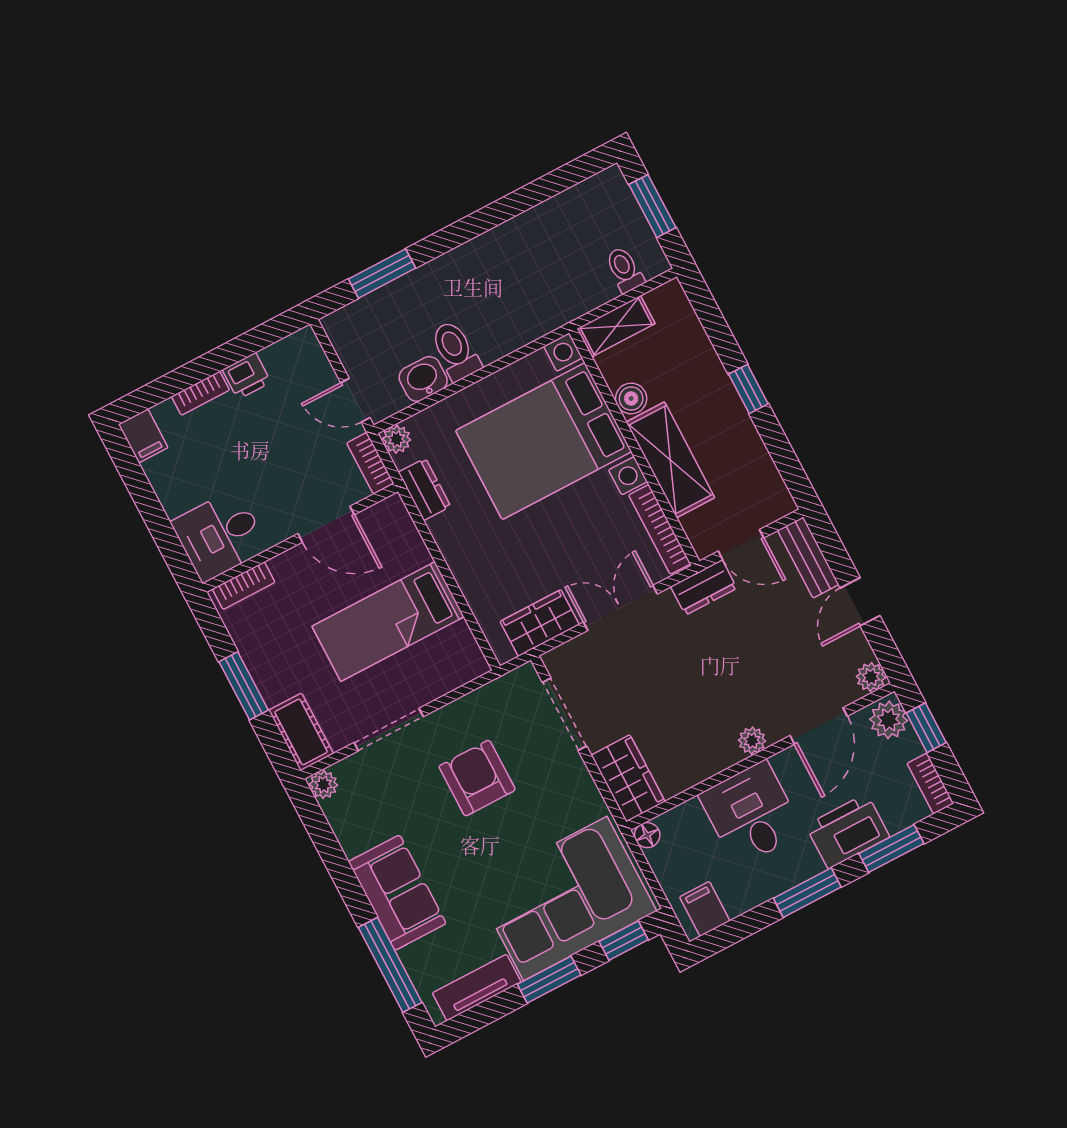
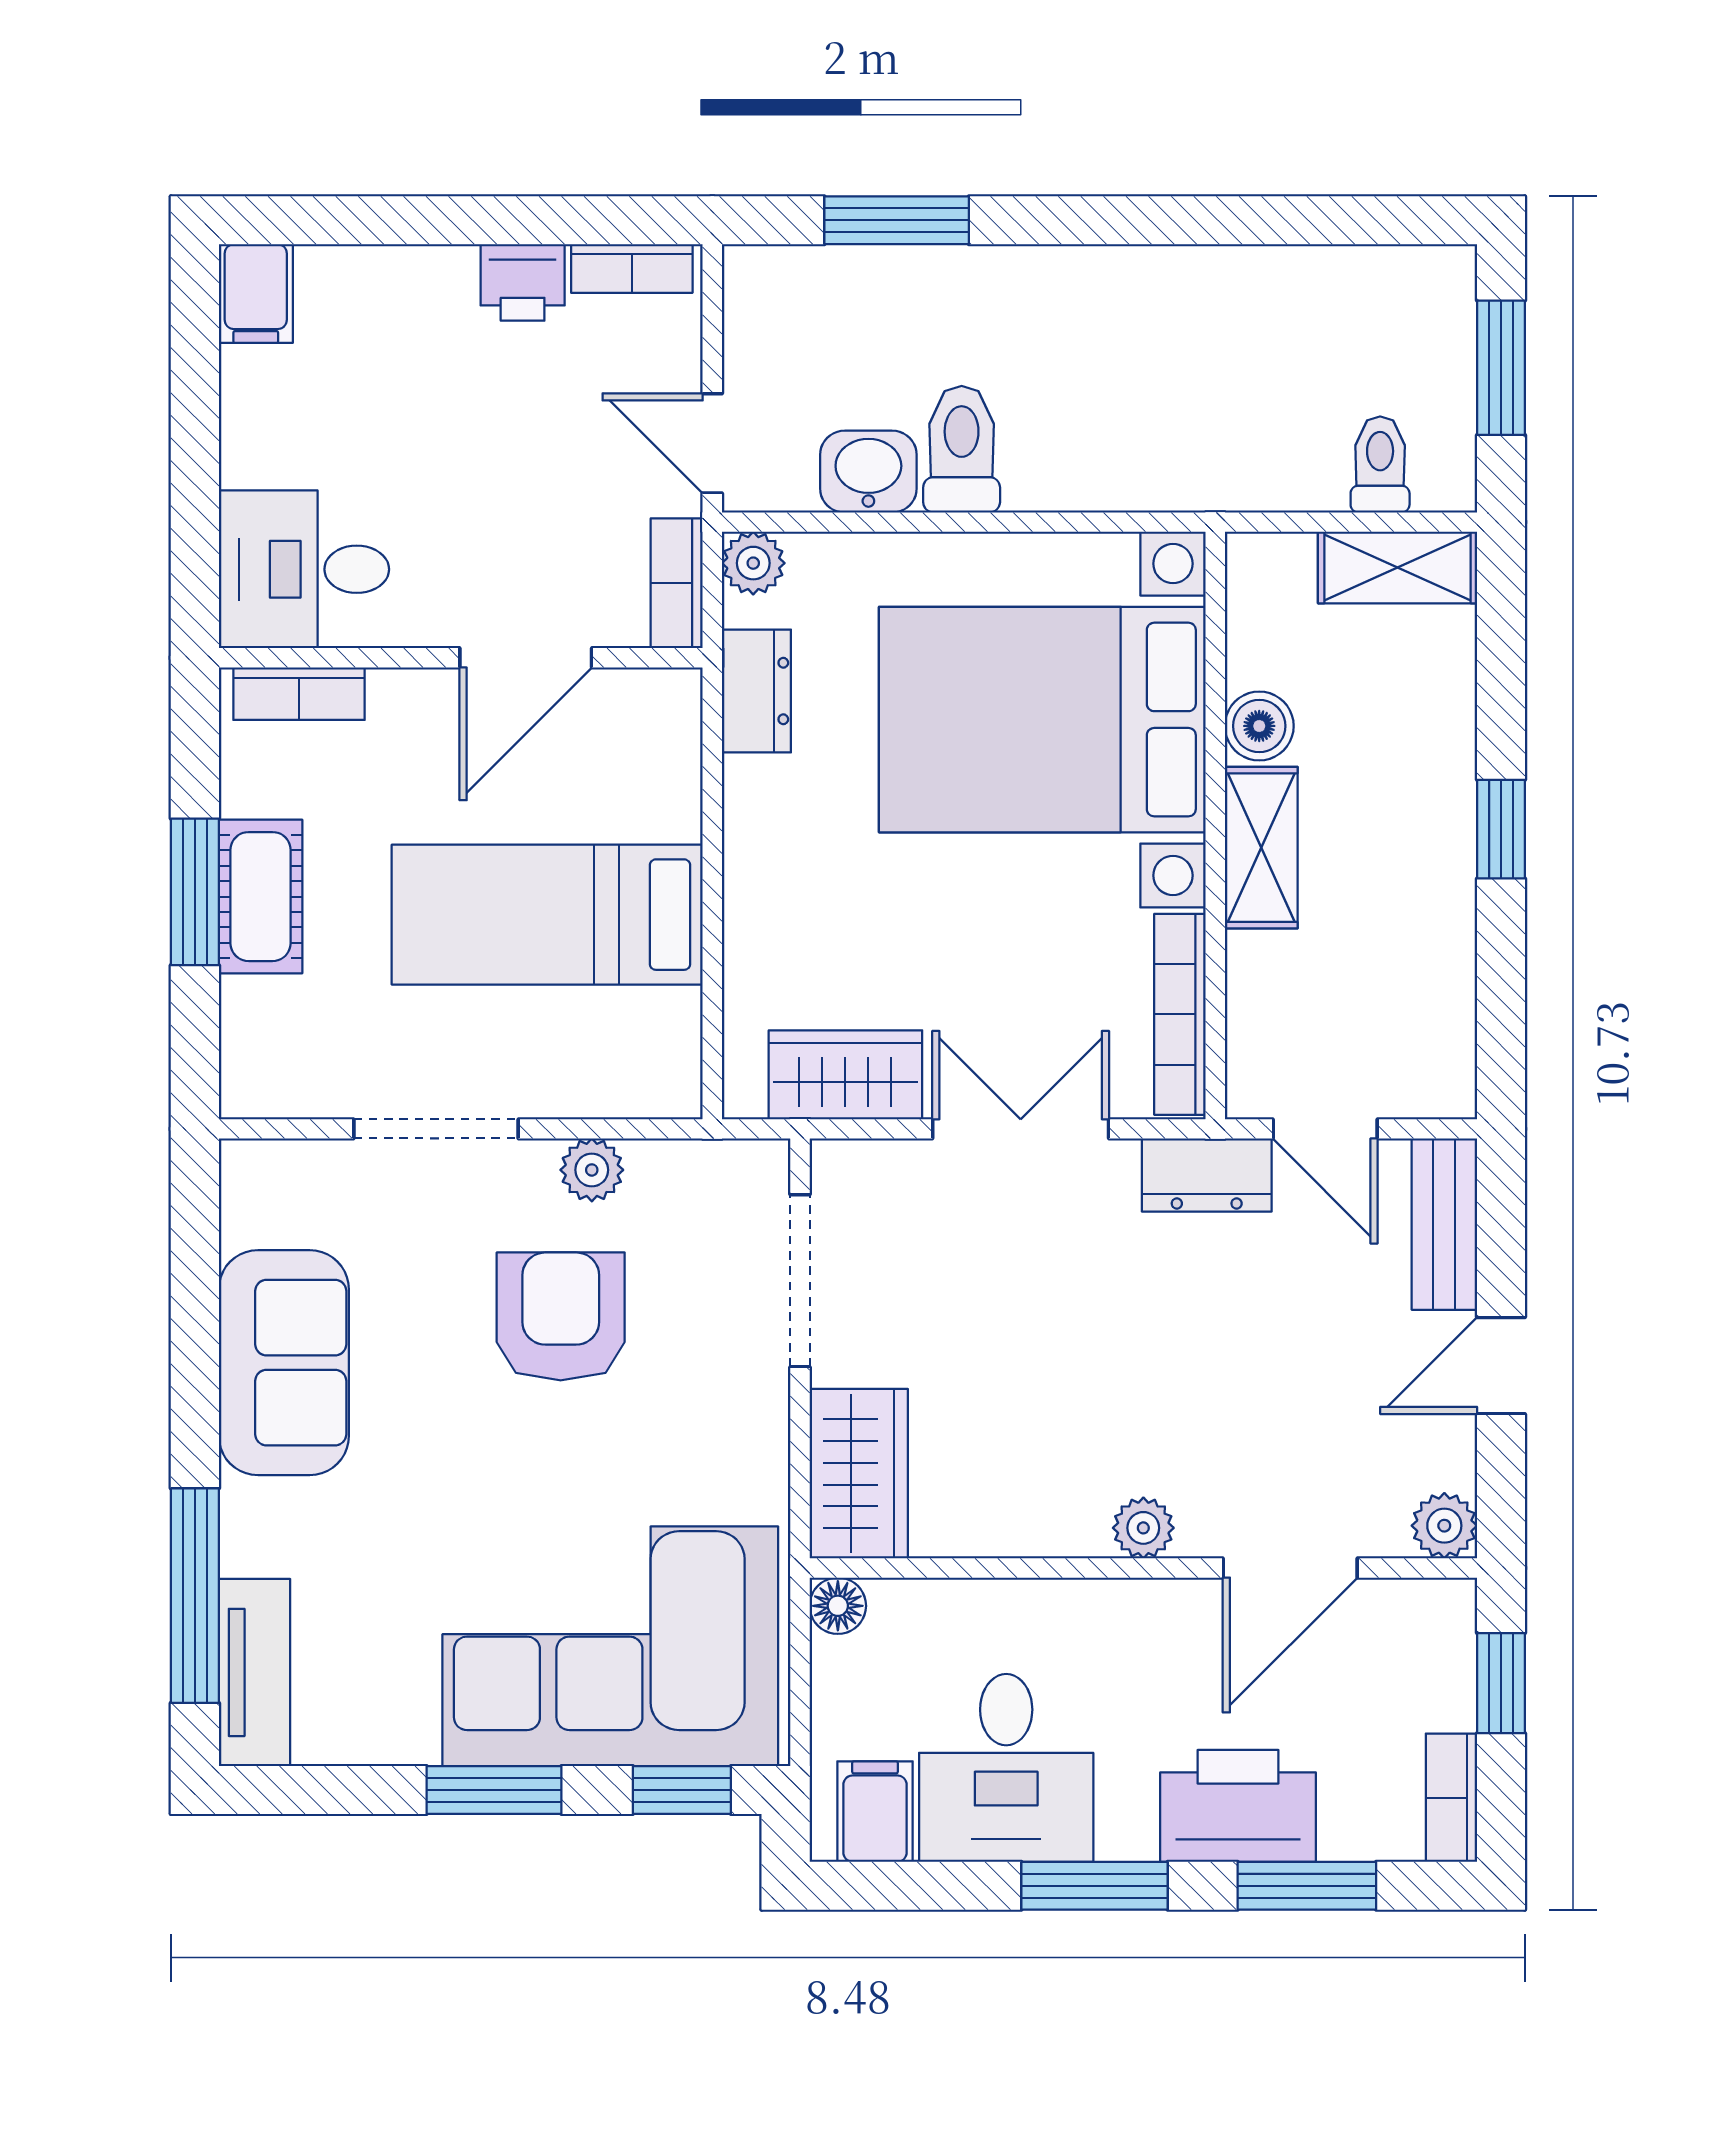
shelving: (616, 326) -> (1398, 567), moved
bookcase: (200, 393) -> (632, 269), moved
shelving: (670, 460) -> (1261, 848), width x0.67, depth x0.75
door: (326, 524) -> (526, 658), hinge flipped
plant: (889, 720) -> (1435, 1629), removed
cot: (301, 732) -> (261, 897), moved
plant: (323, 785) -> (592, 1170), moved
desk: (751, 814) -> (1006, 1768), moved, turned 180
sofa: (397, 893) -> (284, 1363), moved
tv unit: (477, 988) -> (255, 1672), moved, turned 90

